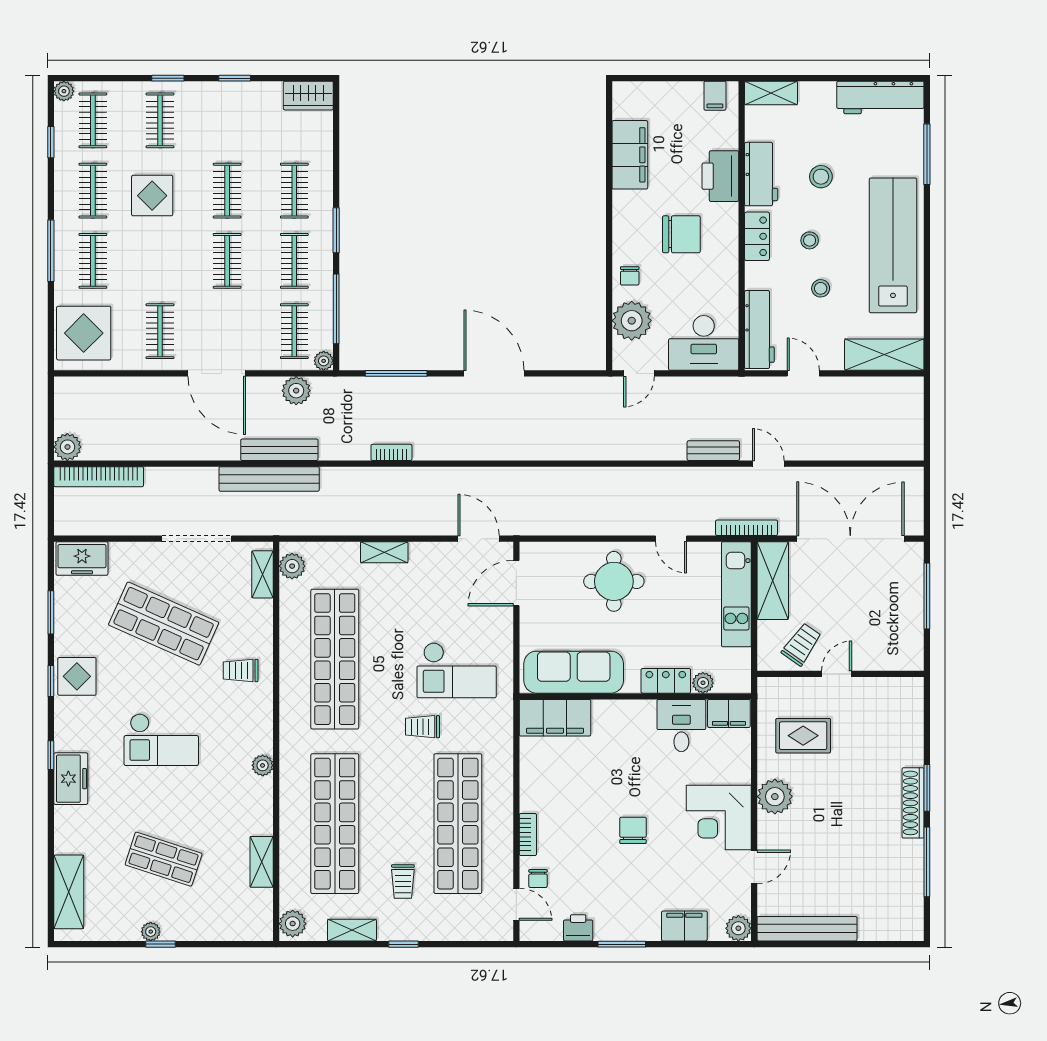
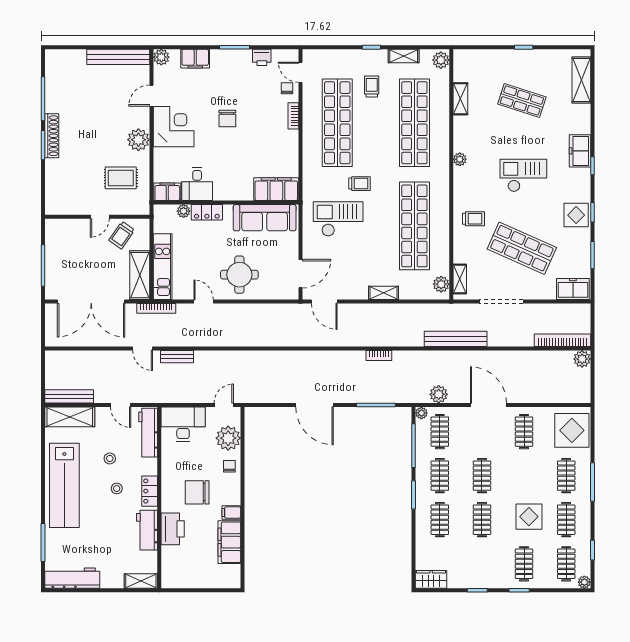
filing cabinet: (715, 96) -> (231, 512), moved, turned -90
stool: (821, 177) -> (110, 528), removed
bench: (279, 450) -> (69, 396), moved
plant: (151, 932) -> (530, 55), removed

